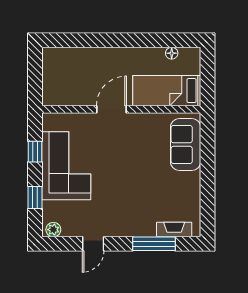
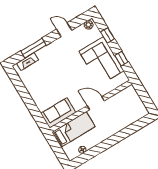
door: (111, 109) -> (96, 103), swing flipped
sofa: (186, 145) -> (58, 113), moved, turned -90
door: (93, 244) -> (64, 30), hinge flipped

